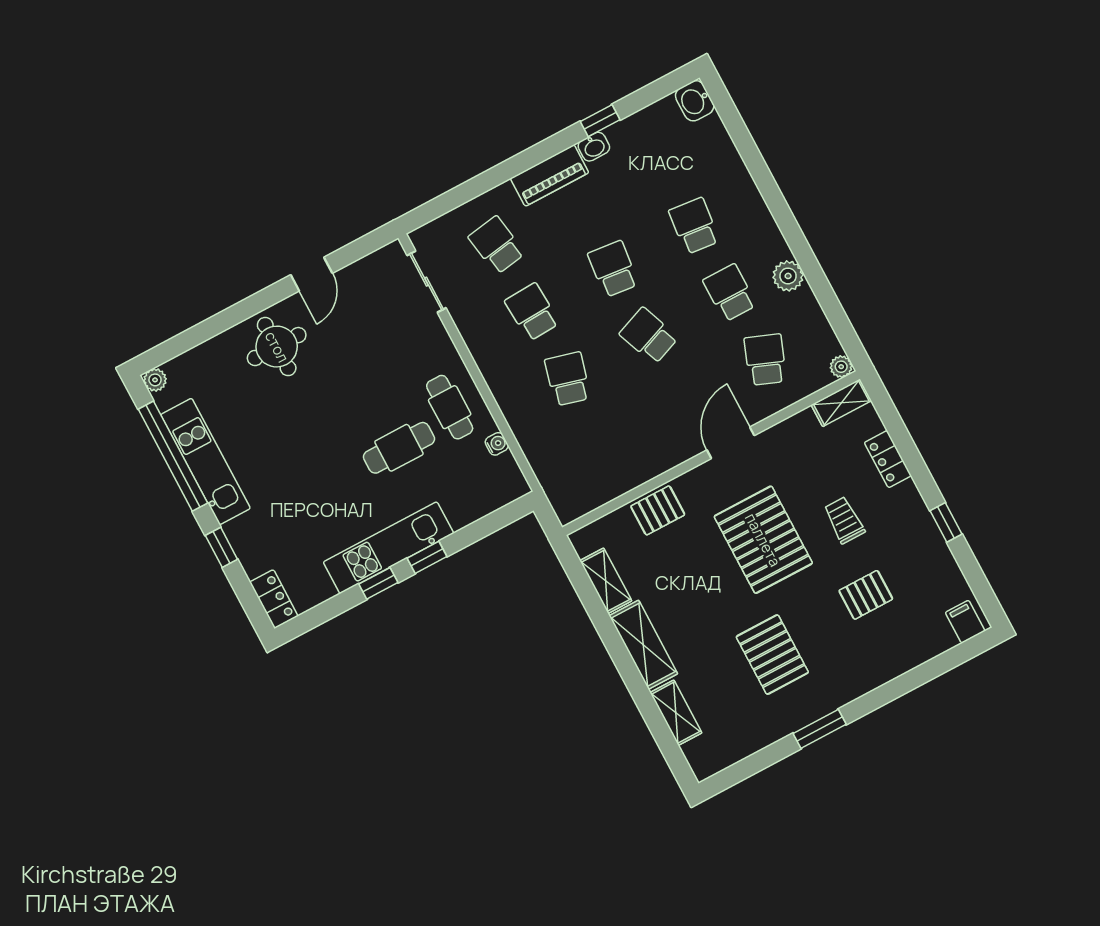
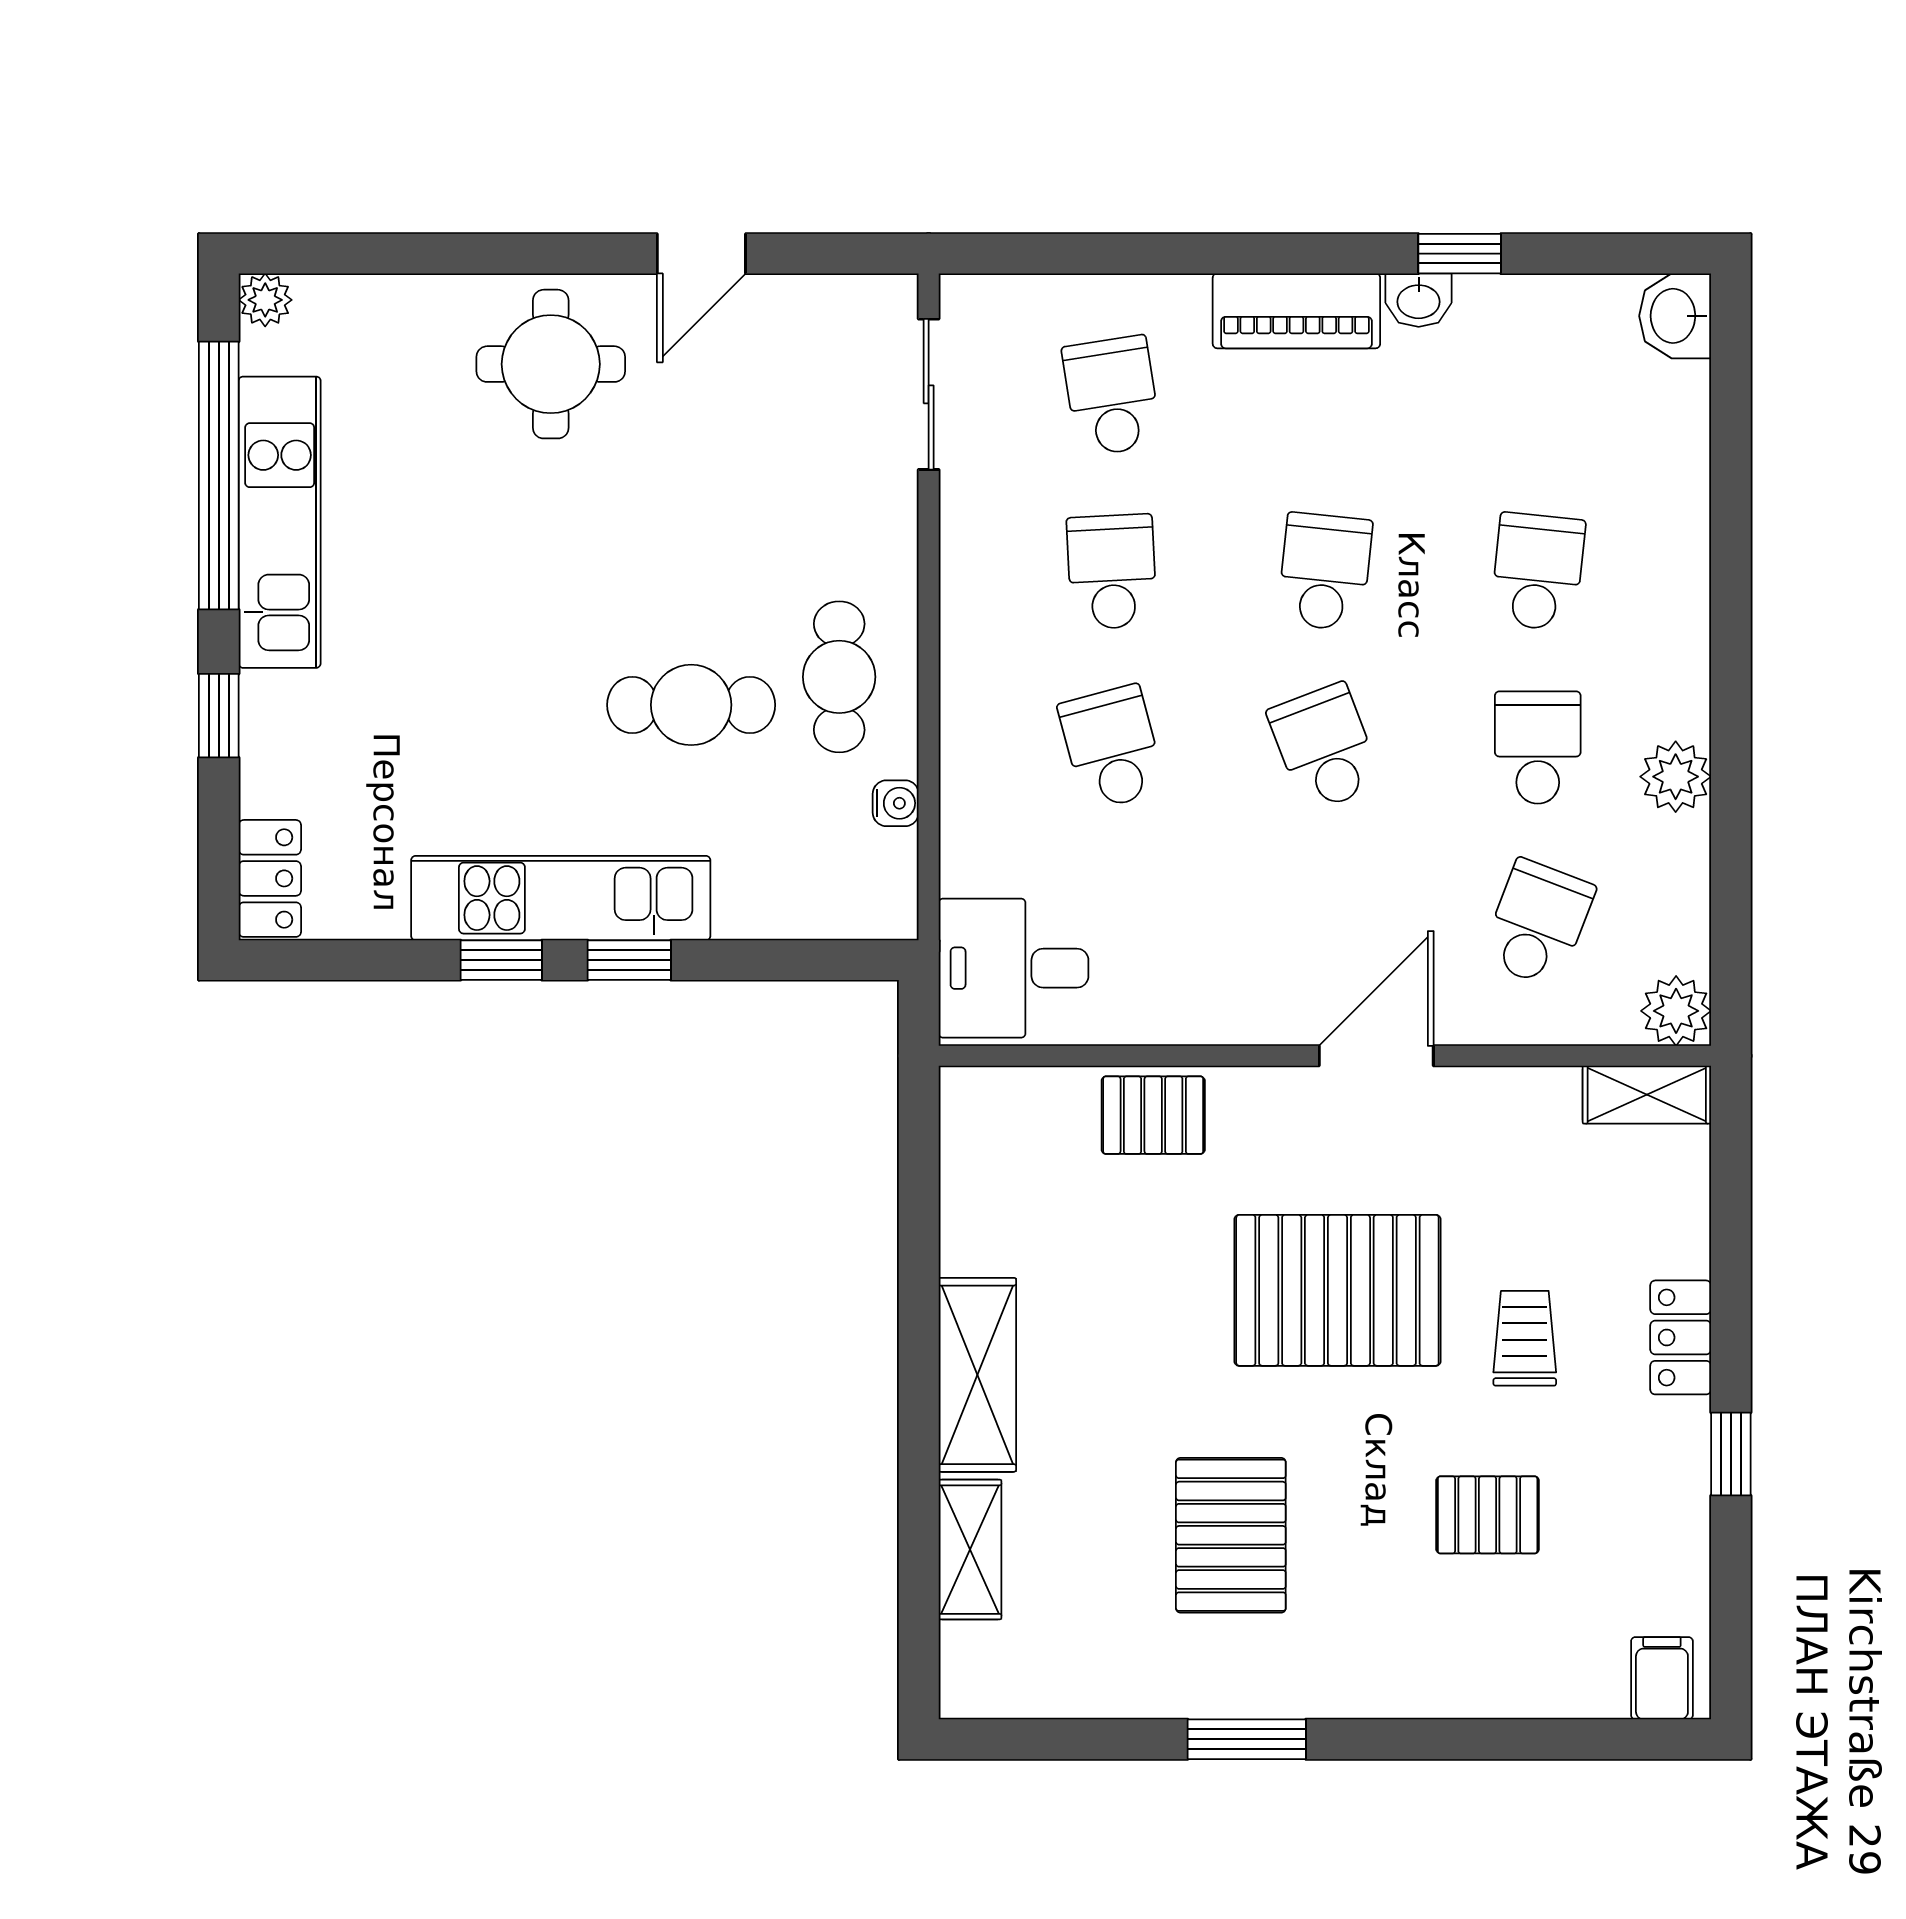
plant: (841, 367) -> (1676, 1011), width x1.38, depth x1.38
school desk: (568, 379) -> (1112, 748), turned -30
locker: (888, 459) -> (1681, 1337), moved
desk: (575, 483) -> (1013, 968), added
pallet: (763, 540) -> (1337, 1290), turned 90
shelving: (606, 581) -> (970, 1203), removed

